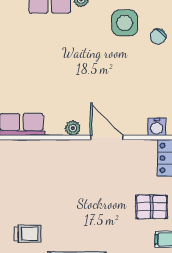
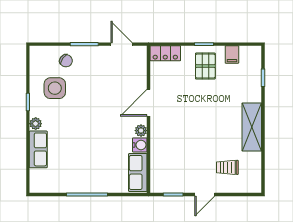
water cooler: (157, 127) -> (140, 145), moved
trolley: (28, 234) -> (227, 167), turned -90

